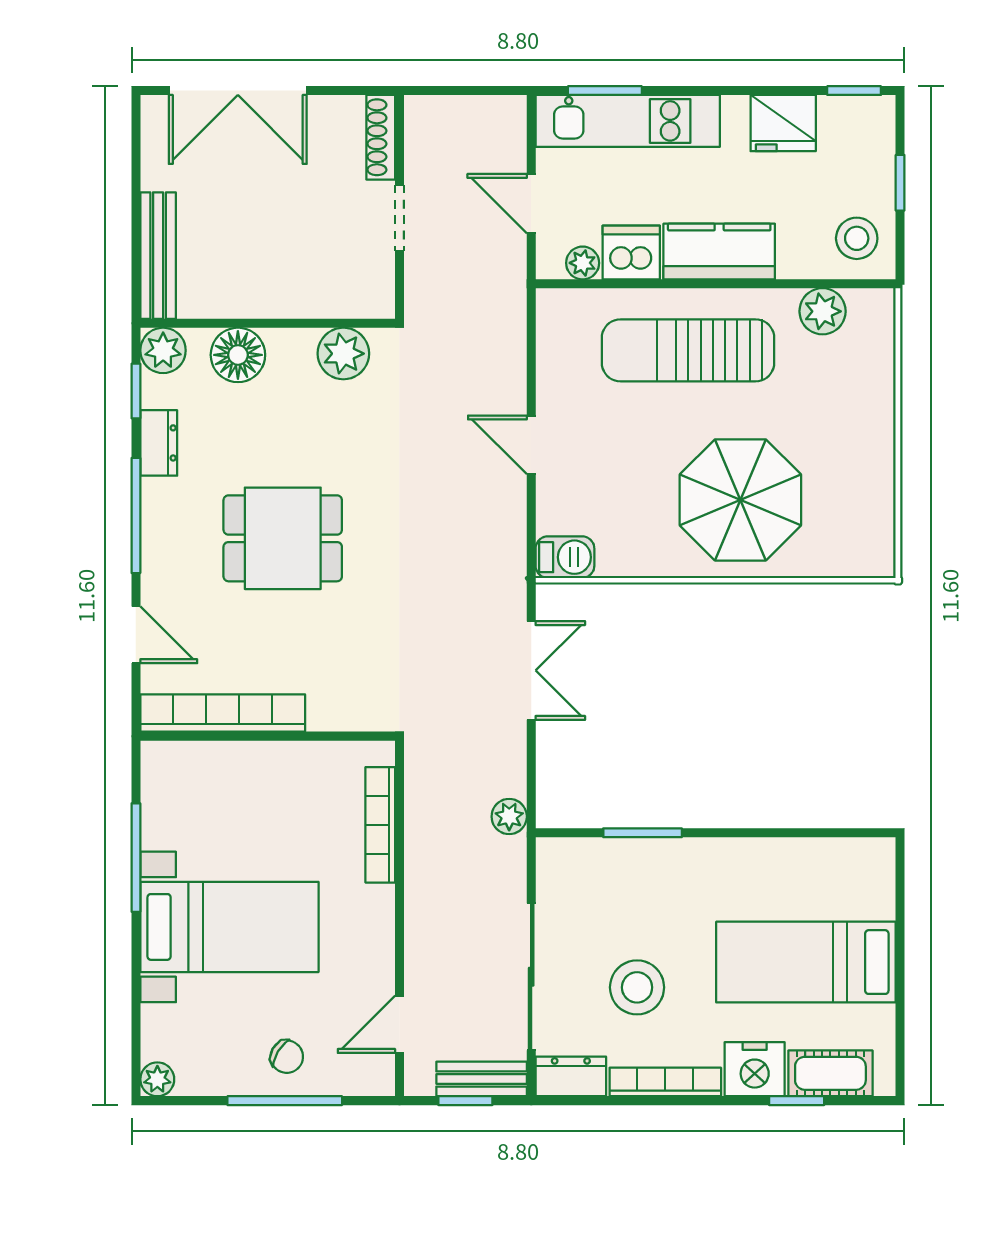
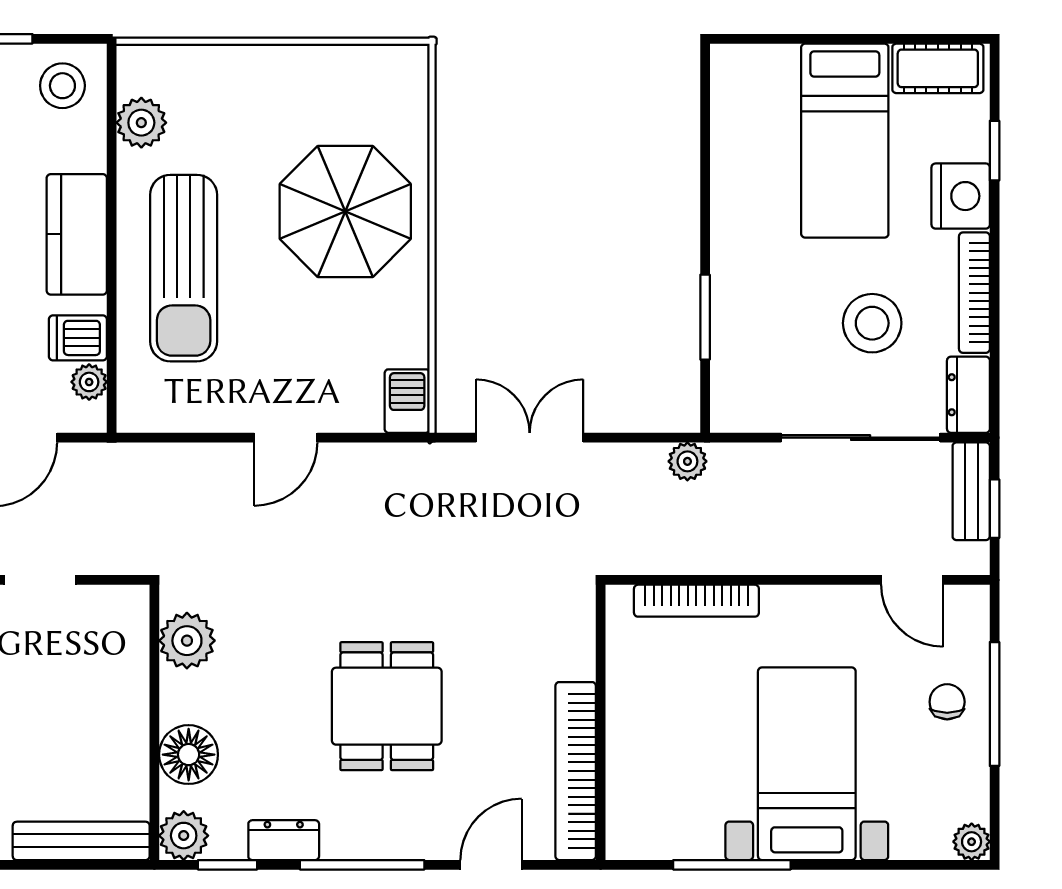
dishwasher: (631, 253) -> (78, 338), width x0.73
chair: (287, 1057) -> (947, 702), turned -31
cot: (830, 1073) -> (938, 68), moved, turned 90

